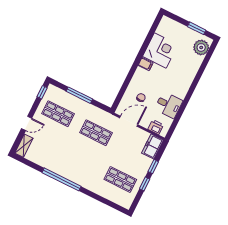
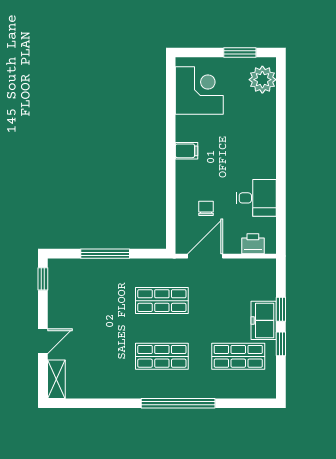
corner desk: (160, 50) -> (199, 91), moved
shop shelf: (58, 114) -> (162, 356), moved
freezer: (153, 147) -> (264, 320), moved
window: (62, 179) -> (178, 403), moved

